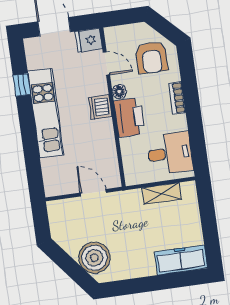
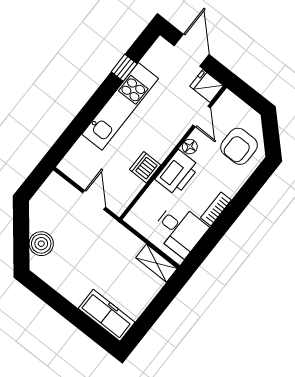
bookcase: (177, 98) -> (216, 209), moved
dishwasher: (100, 107) -> (145, 167), moved
shelving: (162, 194) -> (156, 263), moved
boiler: (94, 258) -> (41, 244), width x0.73, depth x0.73

